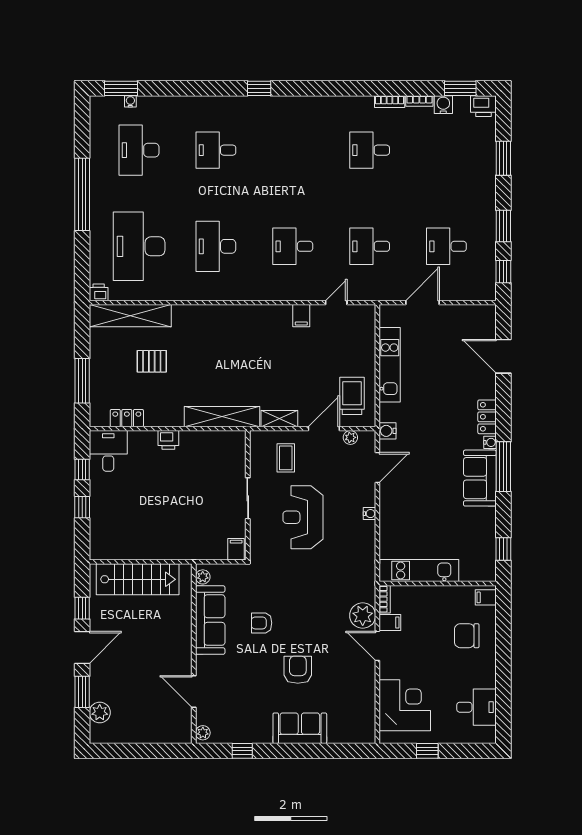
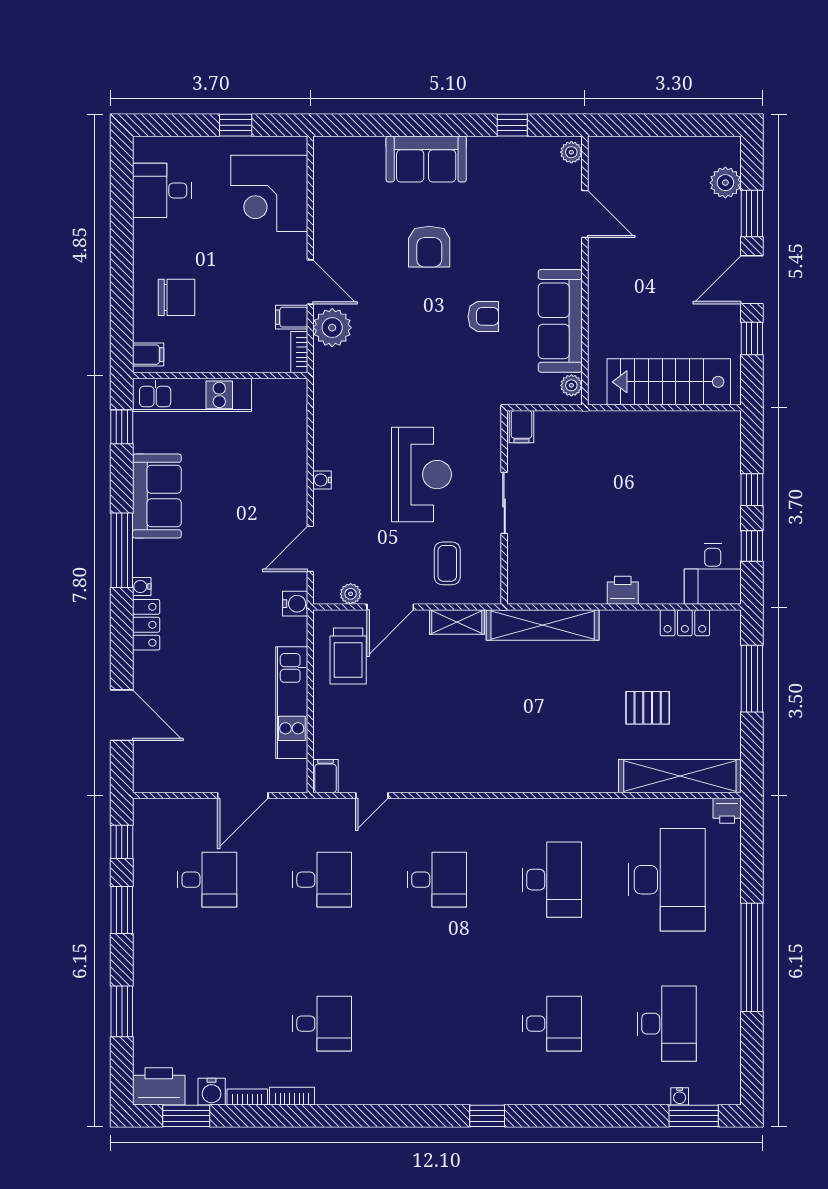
printer: (483, 106) -> (159, 1086), width x1.37, depth x1.19
filing cabinet: (301, 316) -> (325, 776), moved
sofa: (480, 478) -> (157, 496), moved
kitchen unit: (419, 570) -> (192, 395), moved

